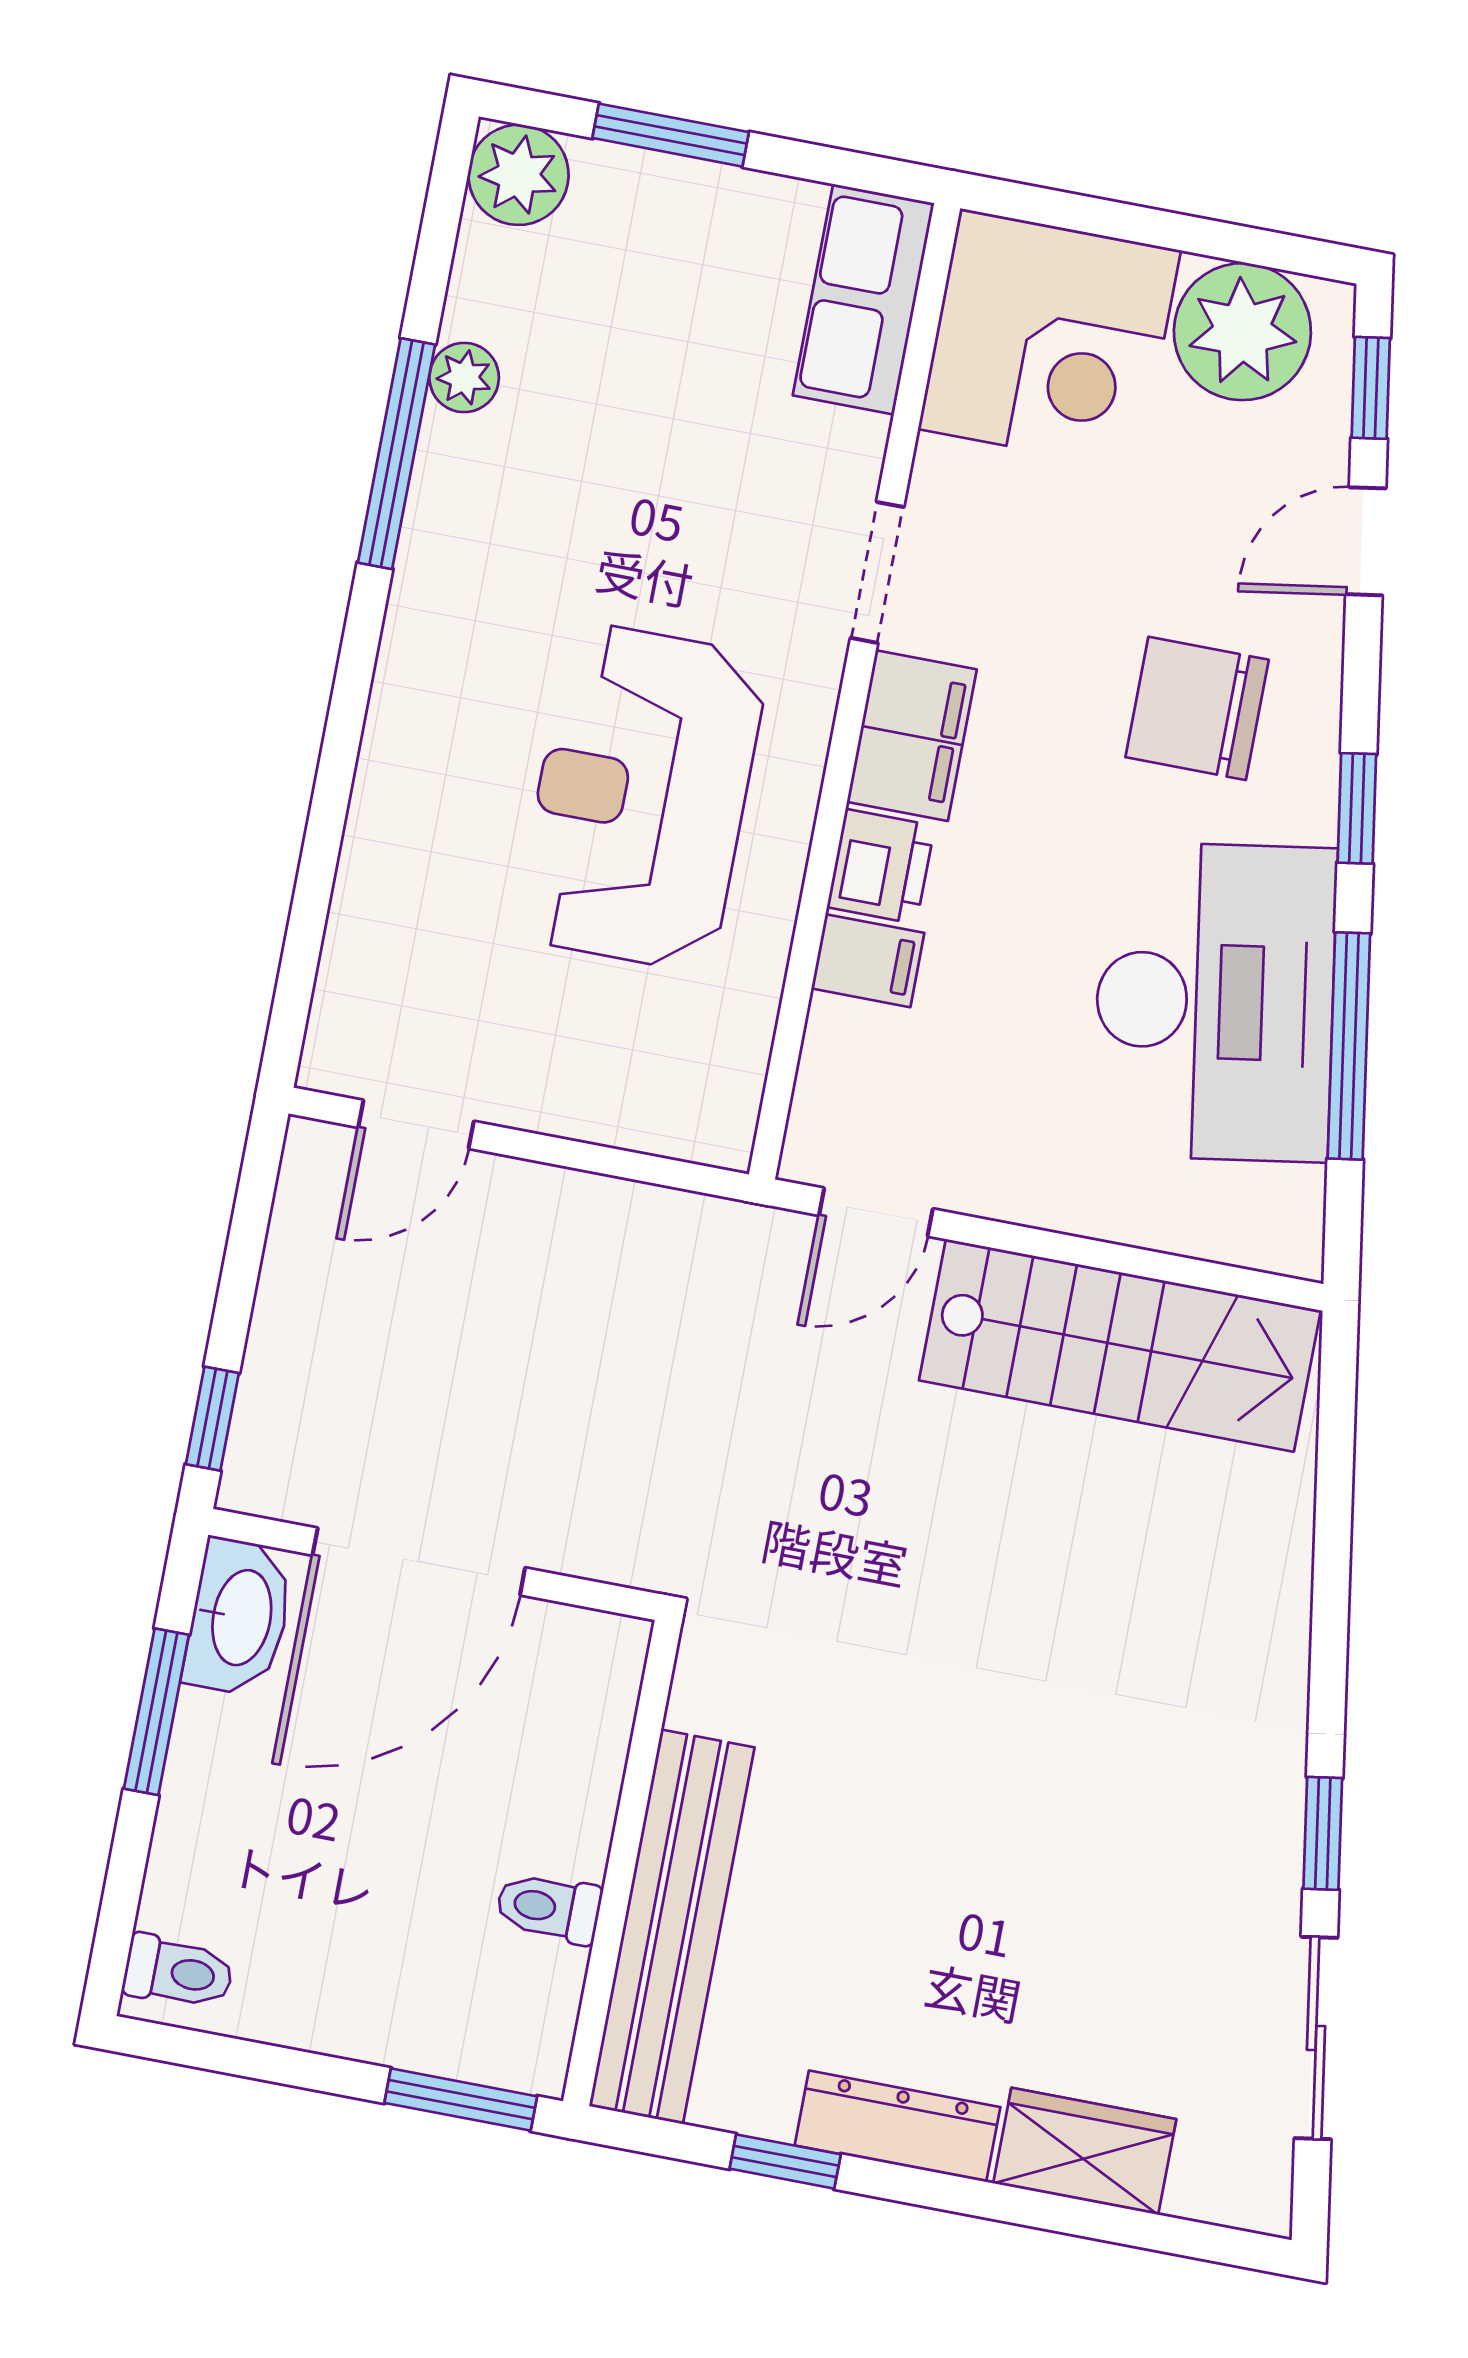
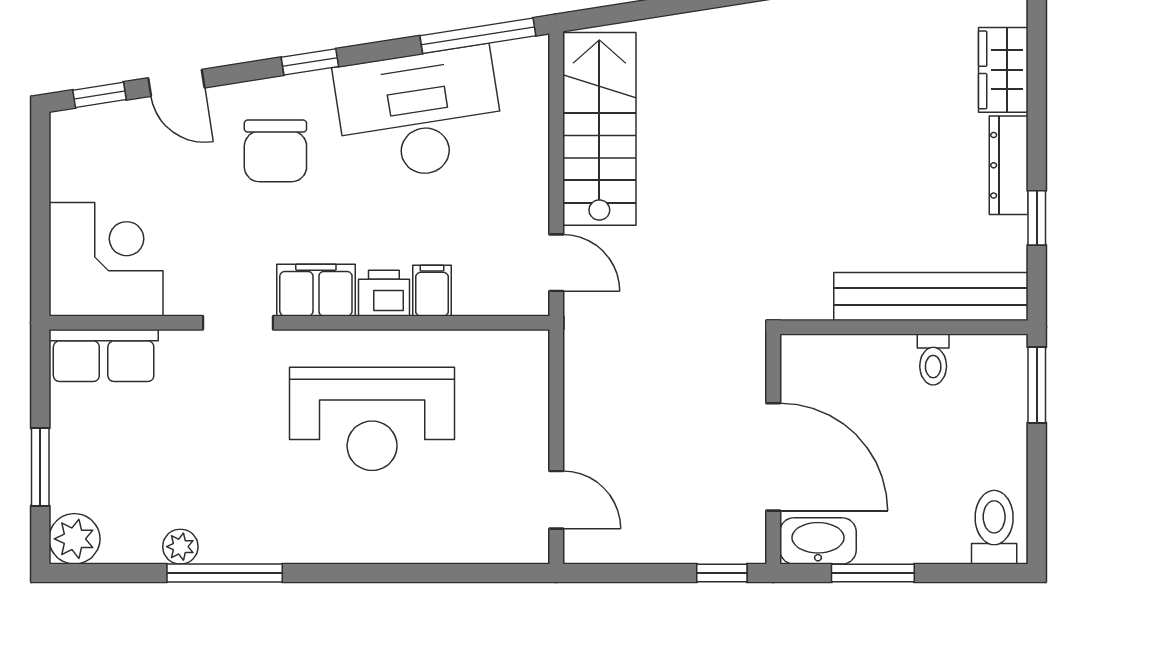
plant: (1242, 332) -> (84, 164), removed
window: (1349, 1046) -> (478, 36), moved
toilet: (178, 1972) -> (994, 527), width x1.37, depth x1.39

